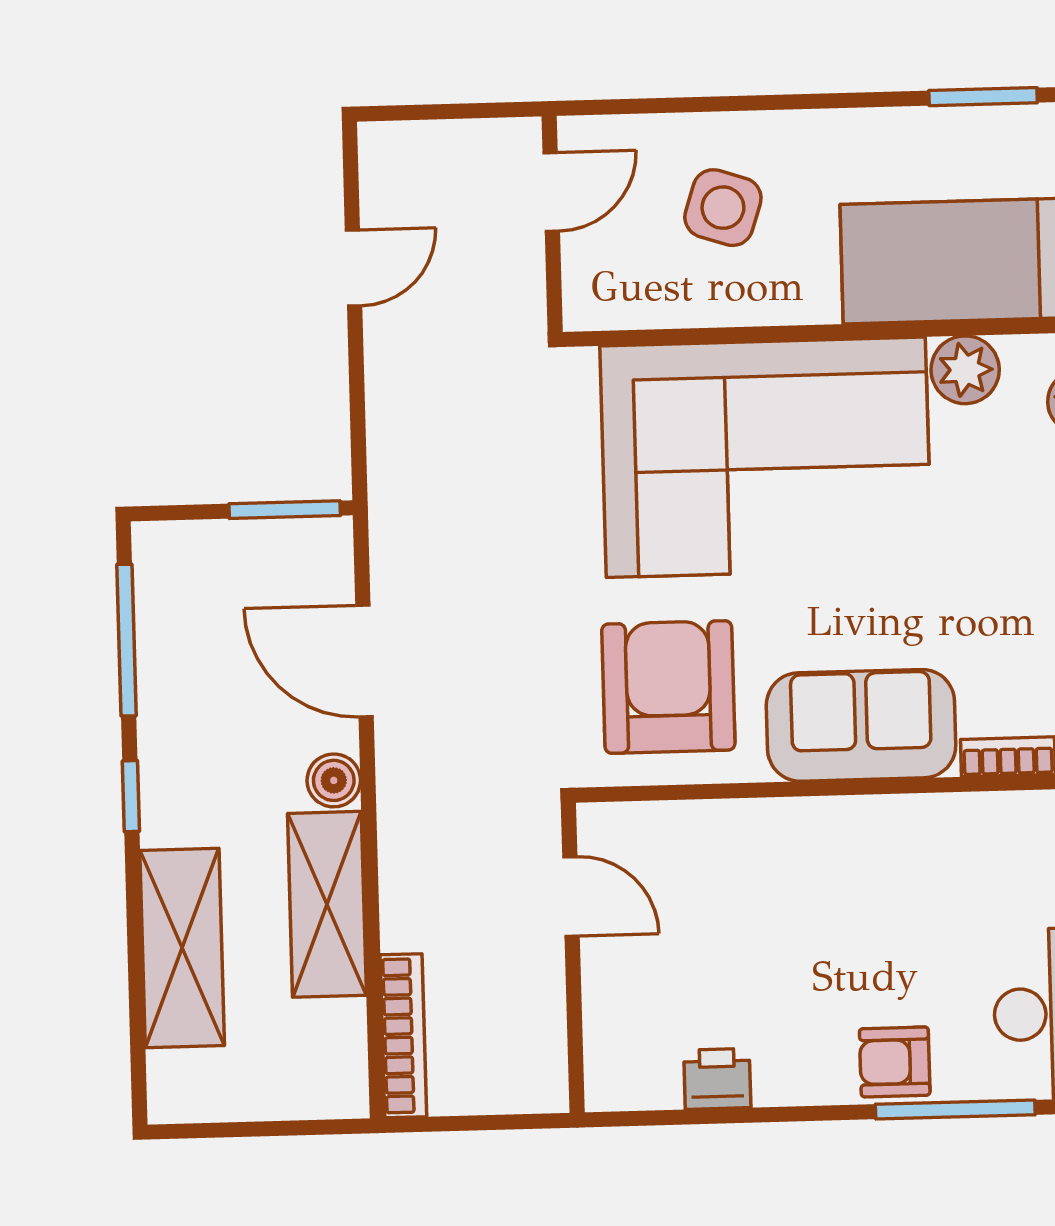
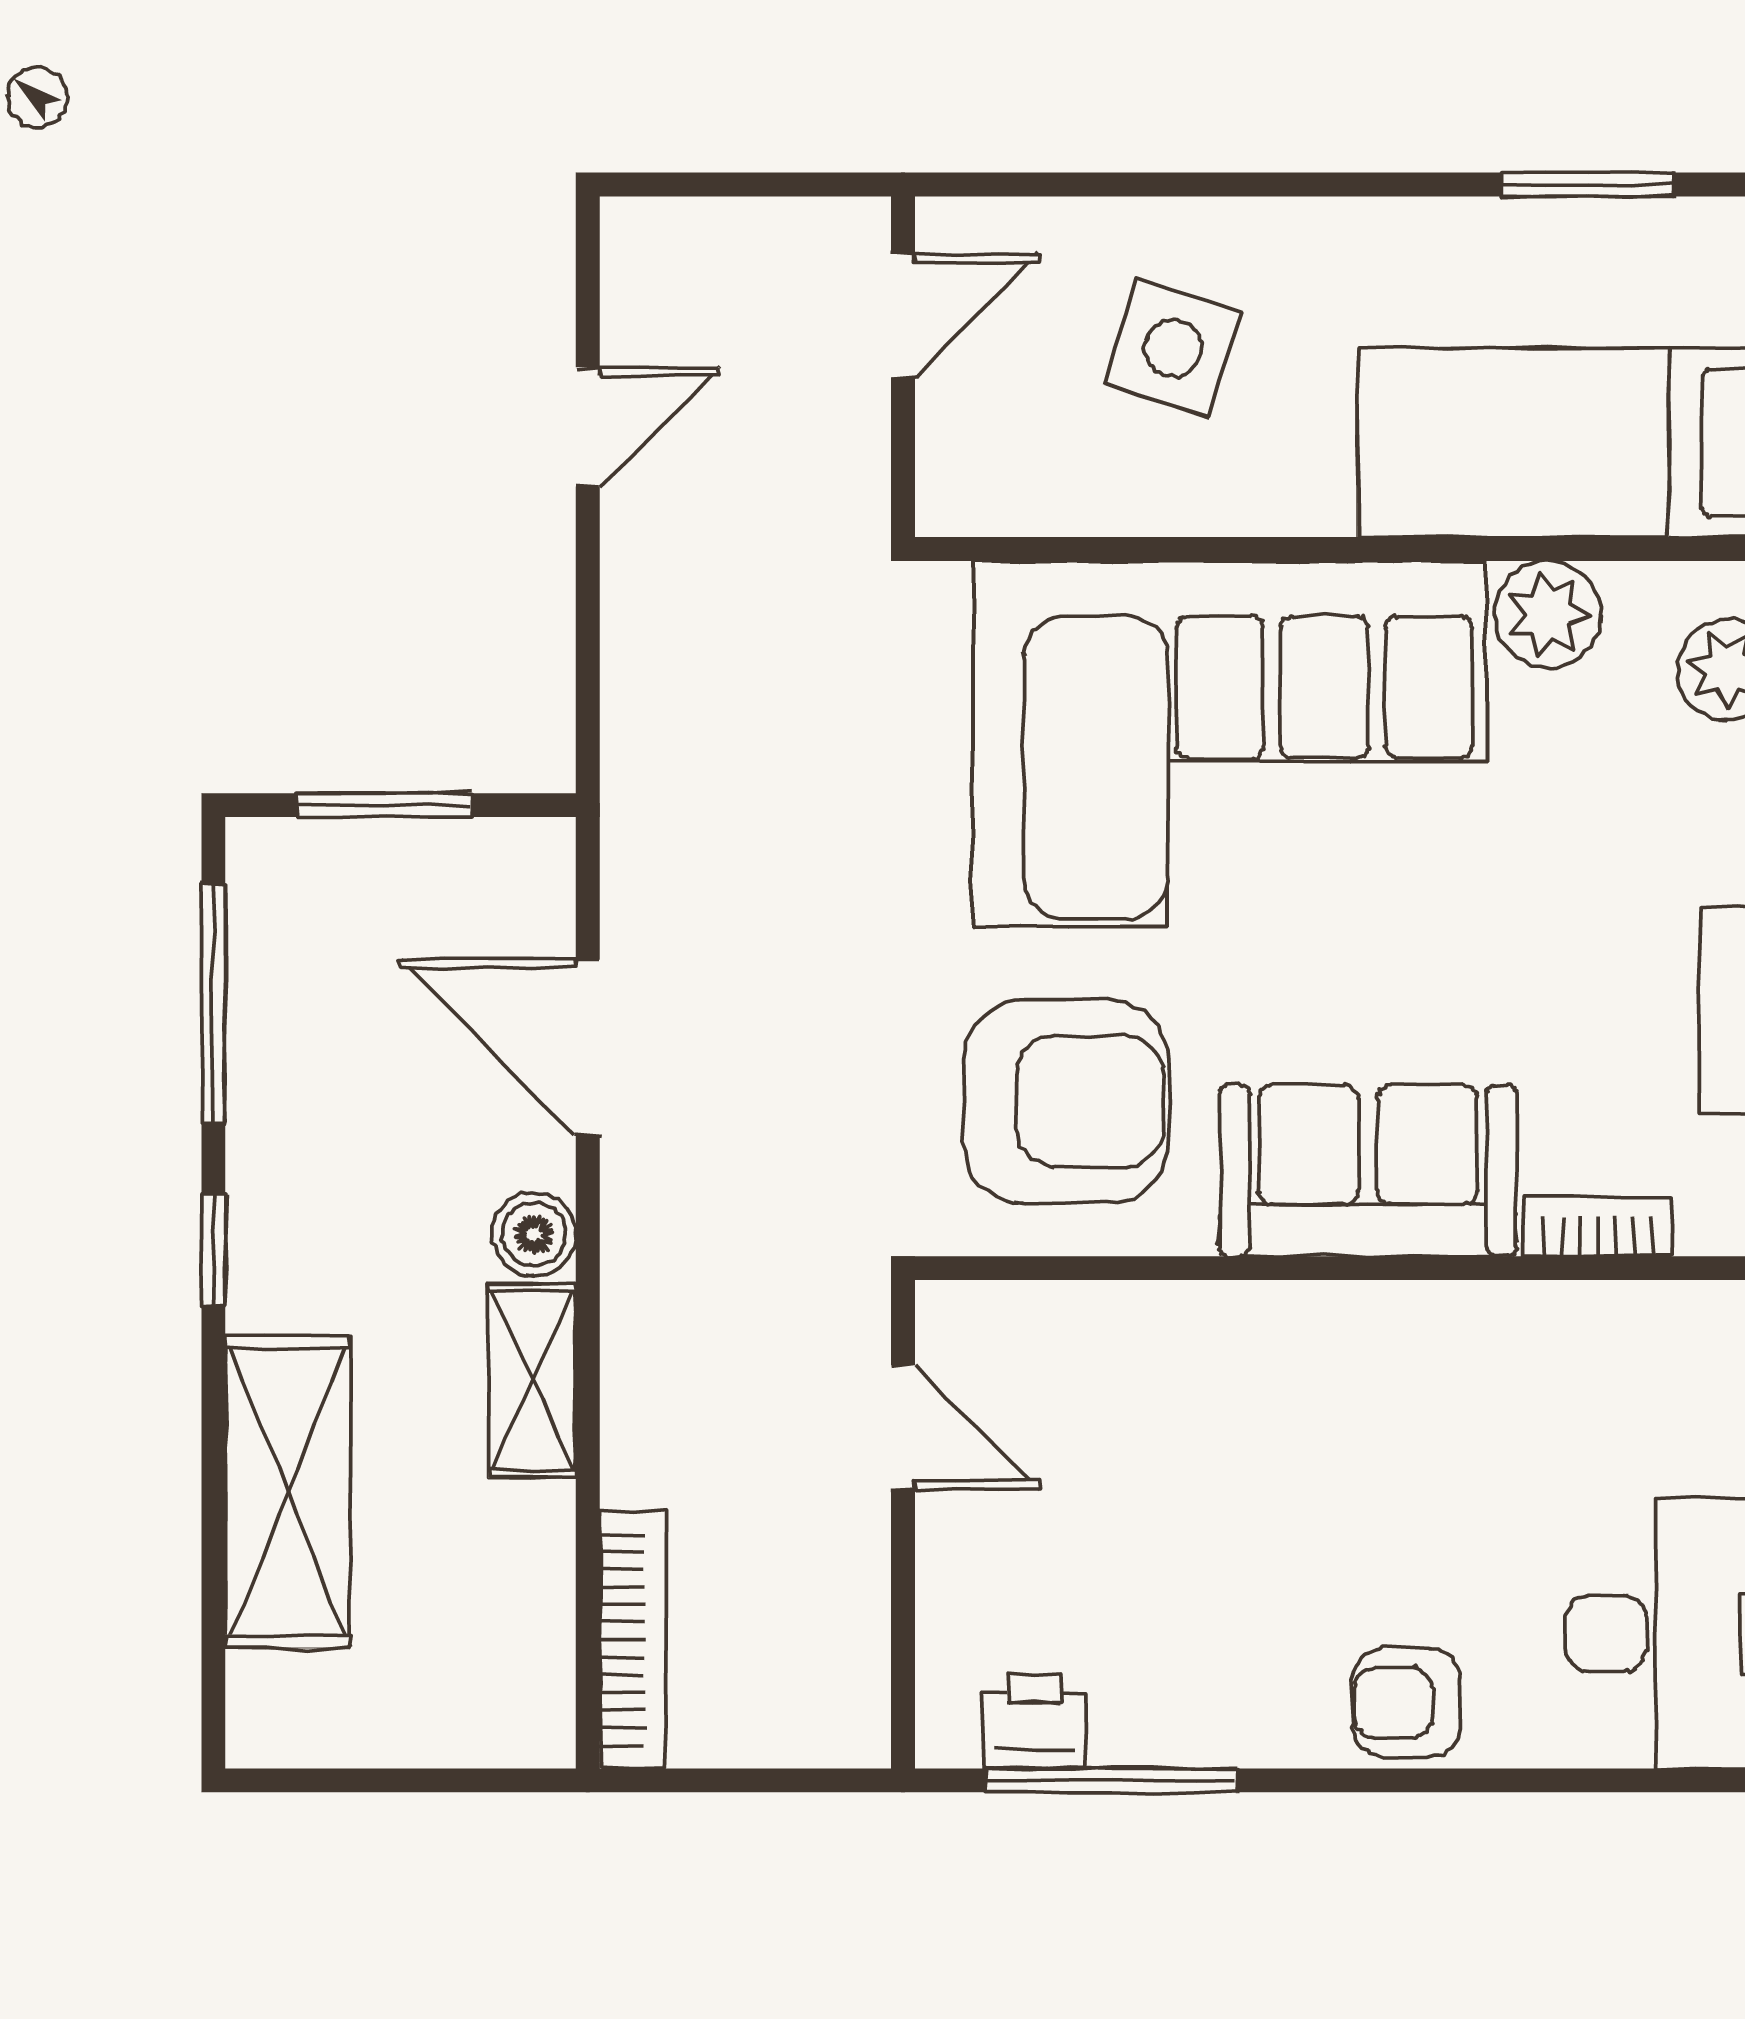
window: (285, 510) -> (385, 805), moved
armchair: (668, 687) -> (1066, 1102), turned 90
shelving: (327, 904) -> (532, 1381), width x0.67, depth x0.75
printer: (717, 1079) -> (1034, 1722), moved
window: (955, 1109) -> (1112, 1780), moved

